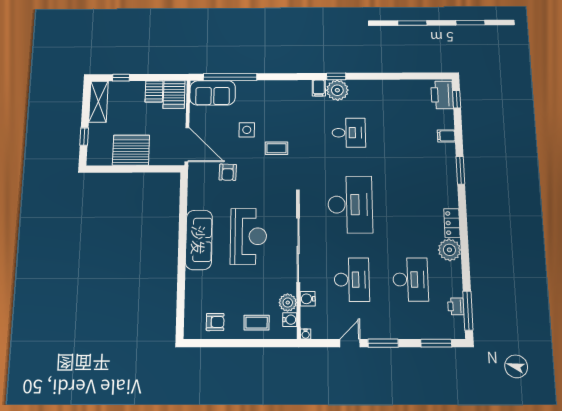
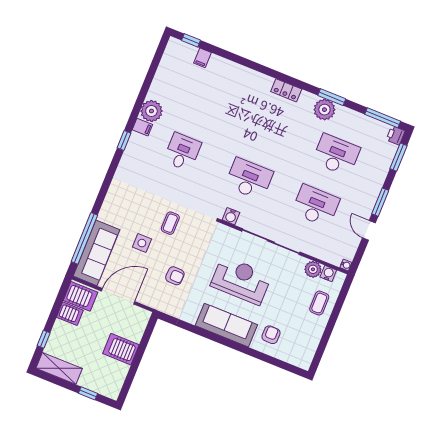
filing cabinet: (319, 88) -> (142, 127), moved
plant: (337, 90) -> (151, 111), moved
sofa: (213, 93) -> (96, 253), width x1.36
printer: (442, 95) -> (181, 52), removed
filing cabinet: (446, 136) -> (202, 58), moved
door: (187, 145) -> (118, 296), moved
server rack: (131, 150) -> (121, 349), width x0.62
window: (460, 170) -> (332, 97), moved
desk: (350, 205) -> (249, 179), width x0.73, depth x0.77
locker: (452, 223) -> (286, 90), moved
water cooler: (308, 299) -> (231, 216), moved
printer: (456, 306) -> (396, 135), moved, turned 90
armchair: (215, 322) -> (271, 335), moved

